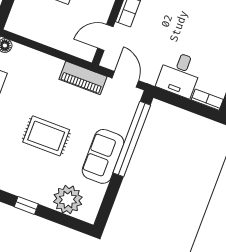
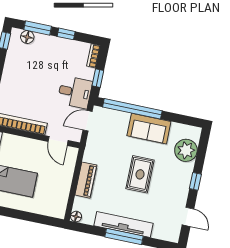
desk: (179, 74) -> (75, 92), moved
piano: (83, 78) -> (86, 180), moved
window: (178, 101) -> (98, 78), added

